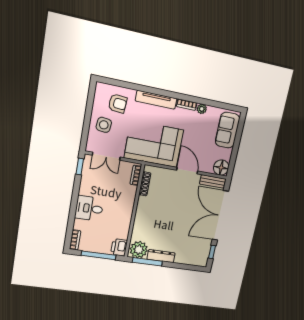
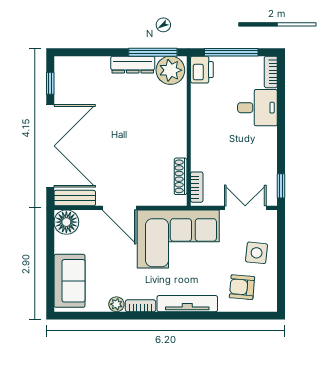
desk: (89, 208) -> (257, 108), moved

